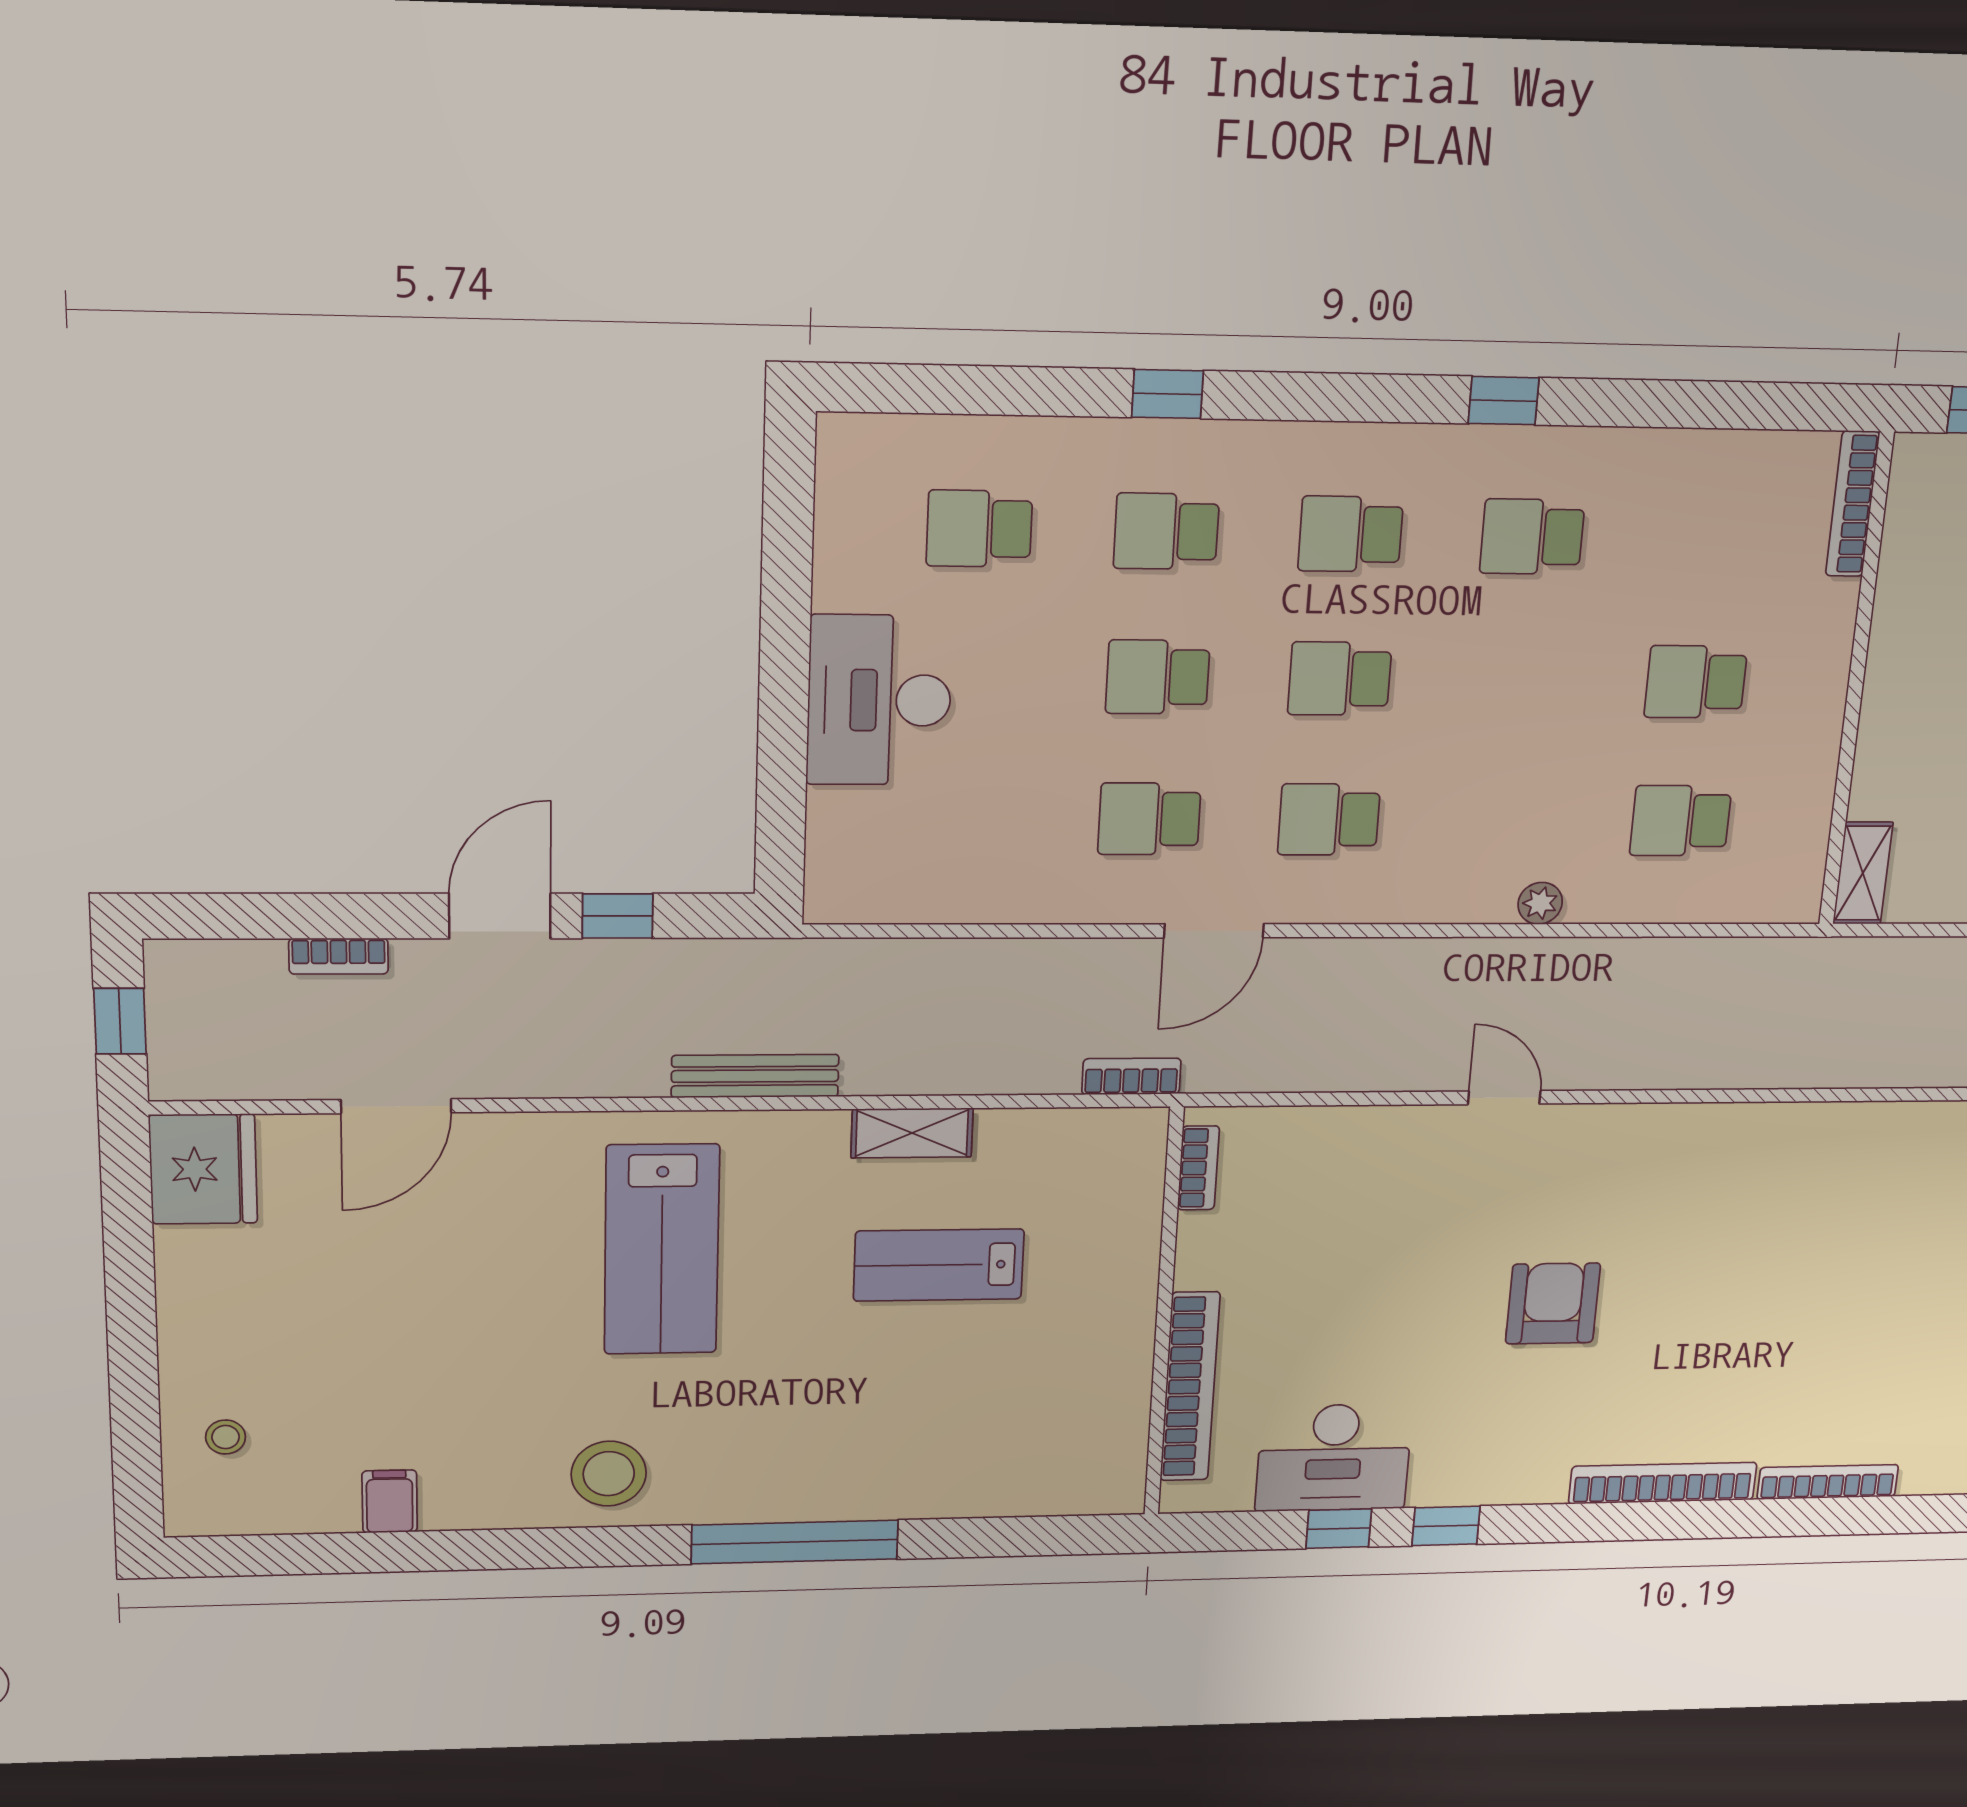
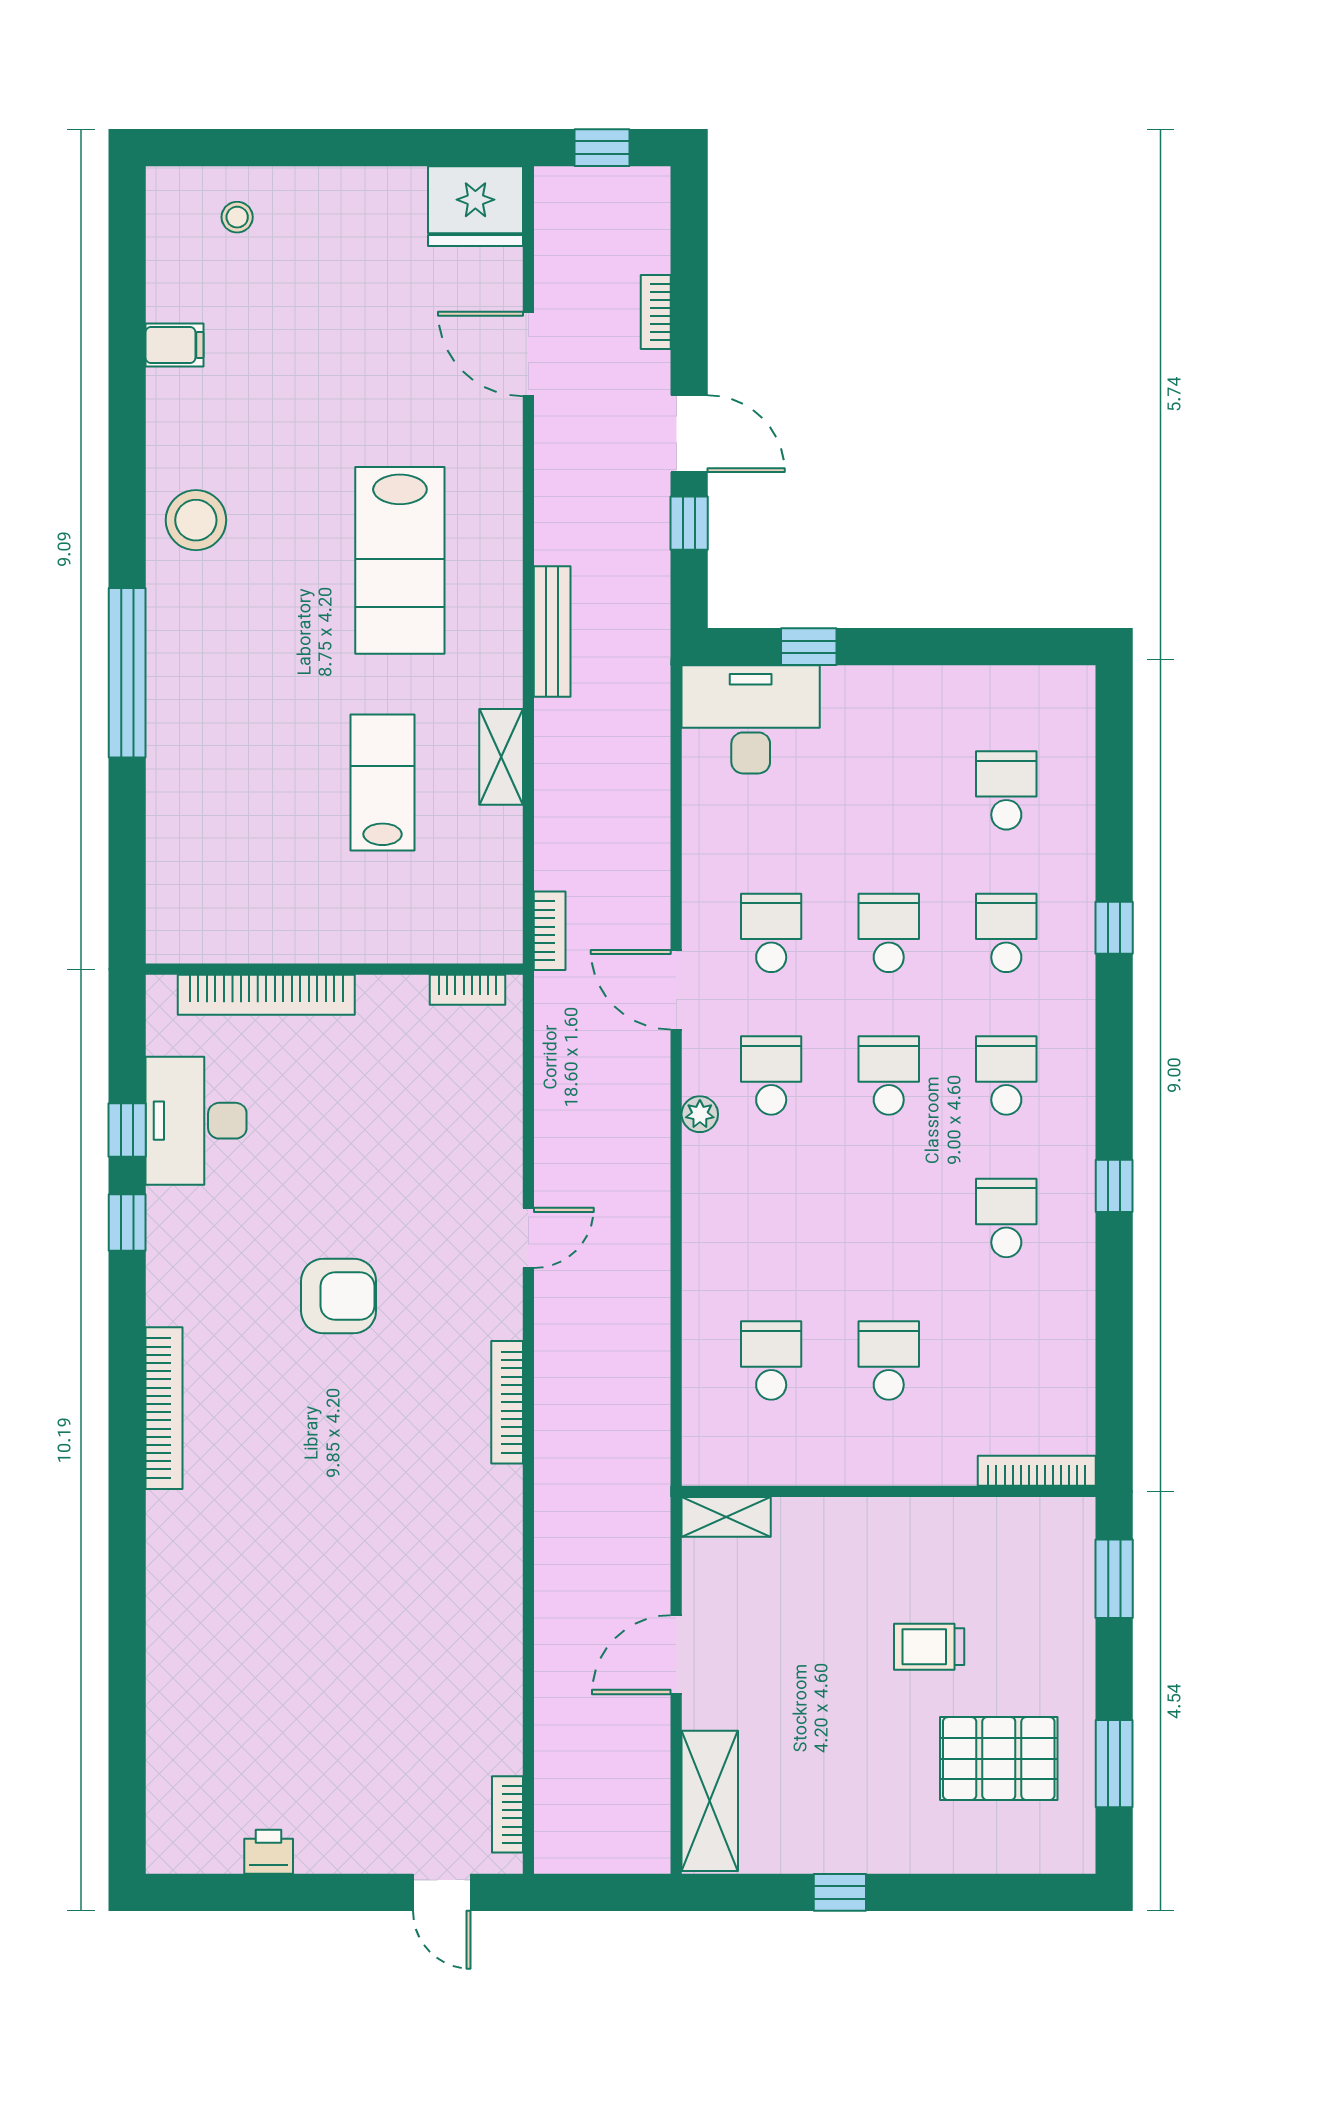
desk: (879, 700) -> (751, 719), moved
window: (782, 772) -> (809, 647), added
plant: (1540, 903) -> (700, 1114), moved
lab bench: (662, 1250) -> (400, 560), turned -90
bookcase: (1828, 1482) -> (507, 1402), moved, turned 180

